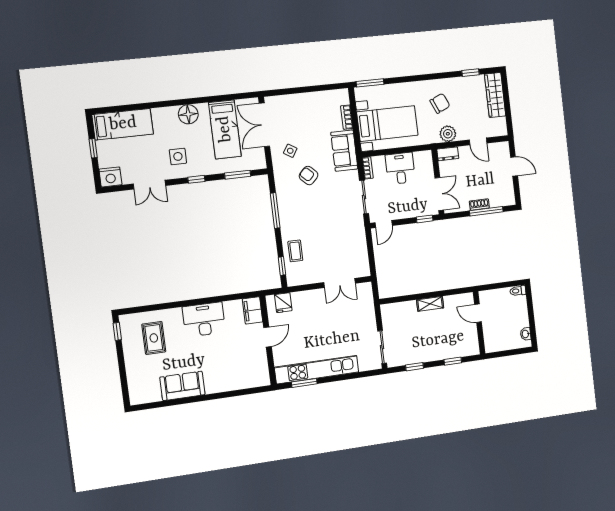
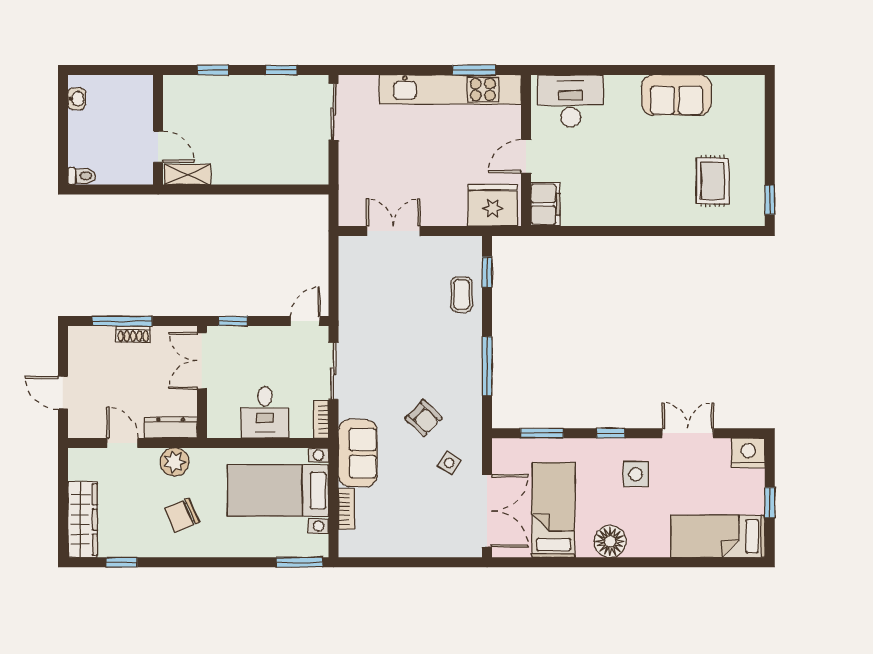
dresser: (448, 154) -> (171, 428), width x1.44
fridge: (283, 303) -> (493, 205), width x1.88, depth x1.34
shelving: (430, 304) -> (188, 174), moved
desk: (204, 320) -> (571, 101), moved, turned 180

